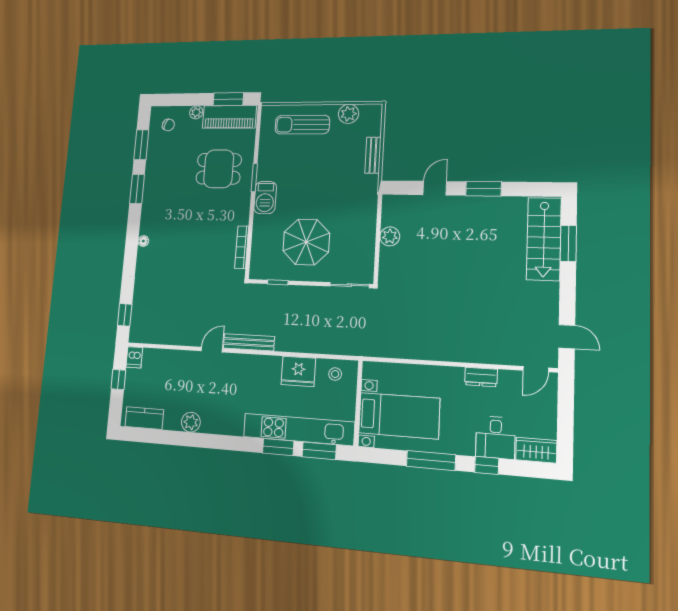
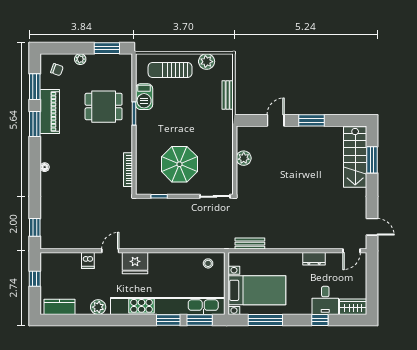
piano: (229, 117) -> (50, 112), moved, turned -90
barbecue: (265, 198) -> (144, 97), moved
bench: (249, 342) -> (250, 244), moved, width x0.73
dishwasher: (134, 357) -> (88, 261), moved
fridge: (298, 371) -> (135, 263), moved
kitchen unit: (299, 429) -> (168, 306), width x1.36
window: (431, 460) -> (265, 320), moved

